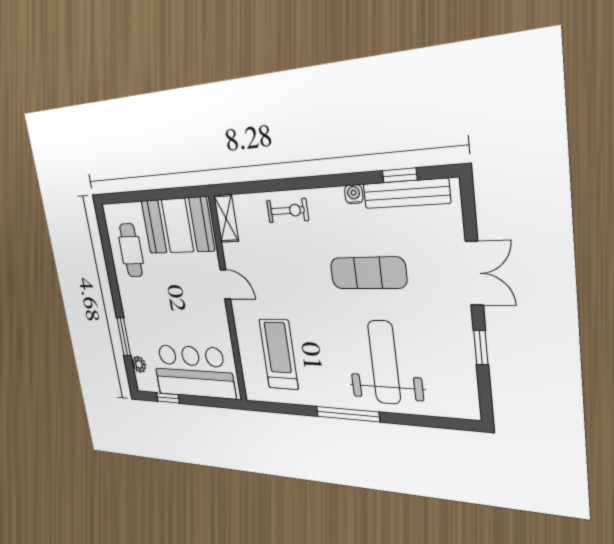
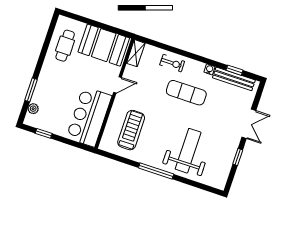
exercise mat: (368, 273) -> (186, 93), moved
door: (225, 284) -> (118, 85), hinge flipped
bar counter: (193, 372) -> (89, 117), moved, turned -90

